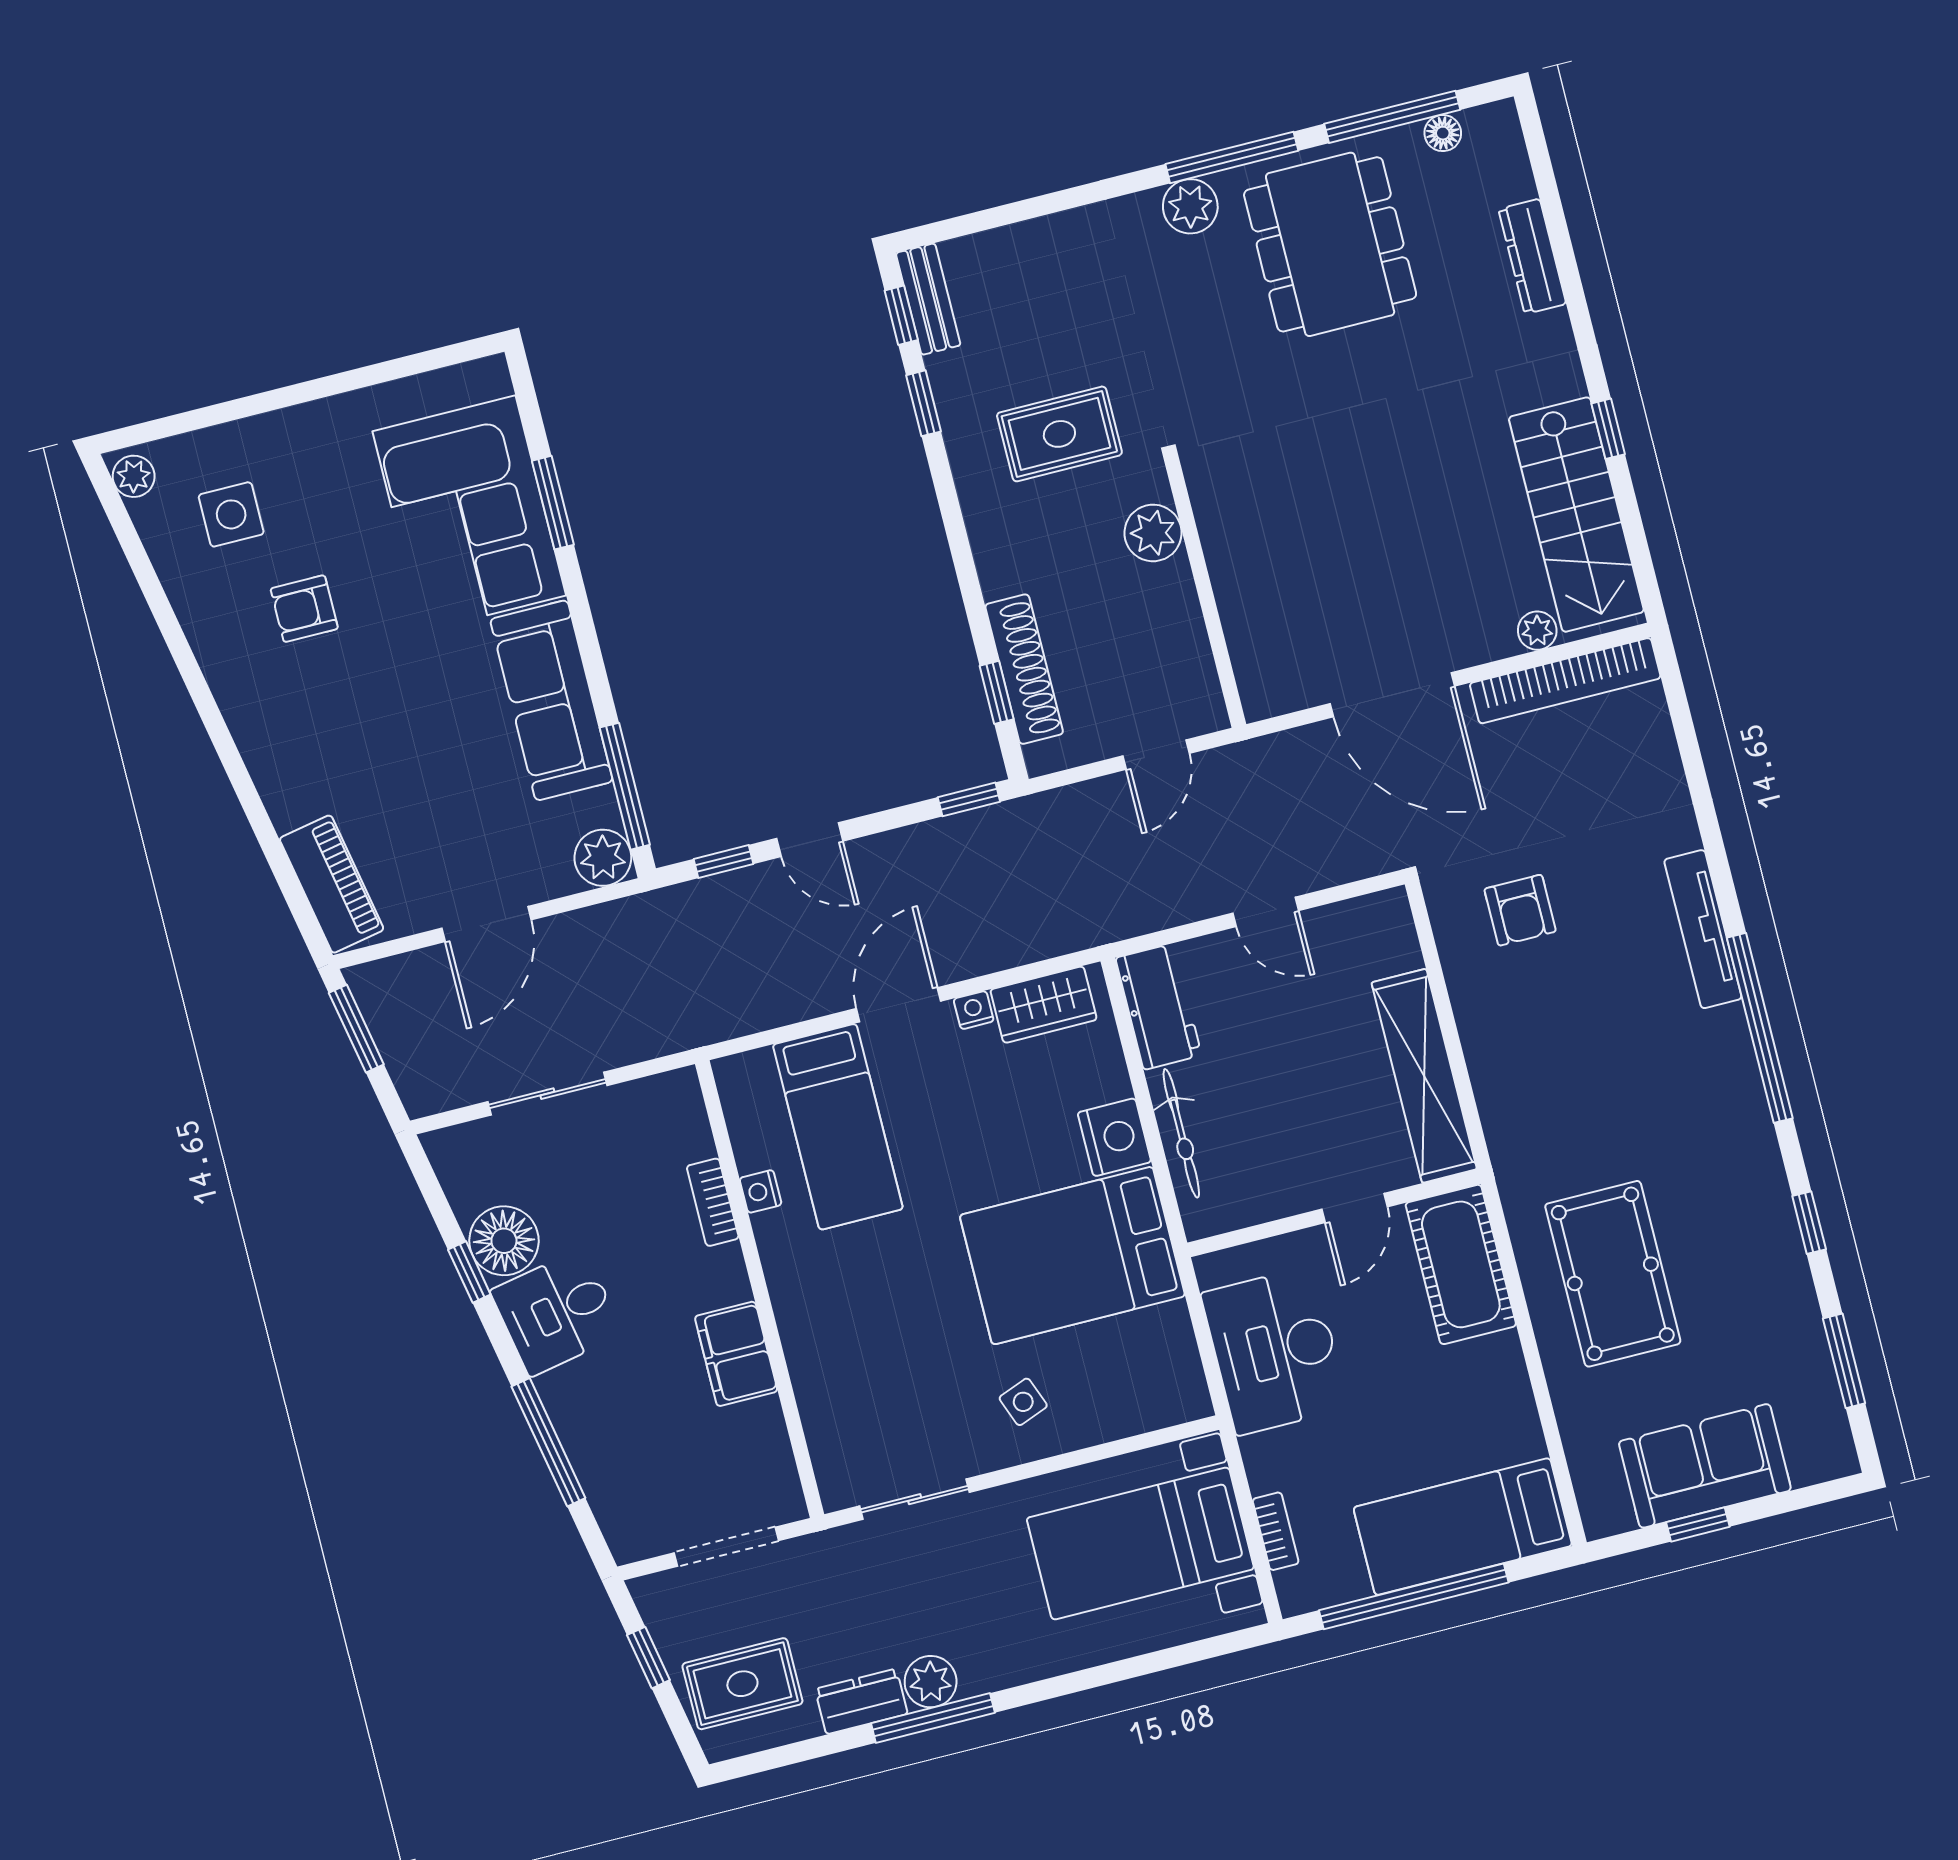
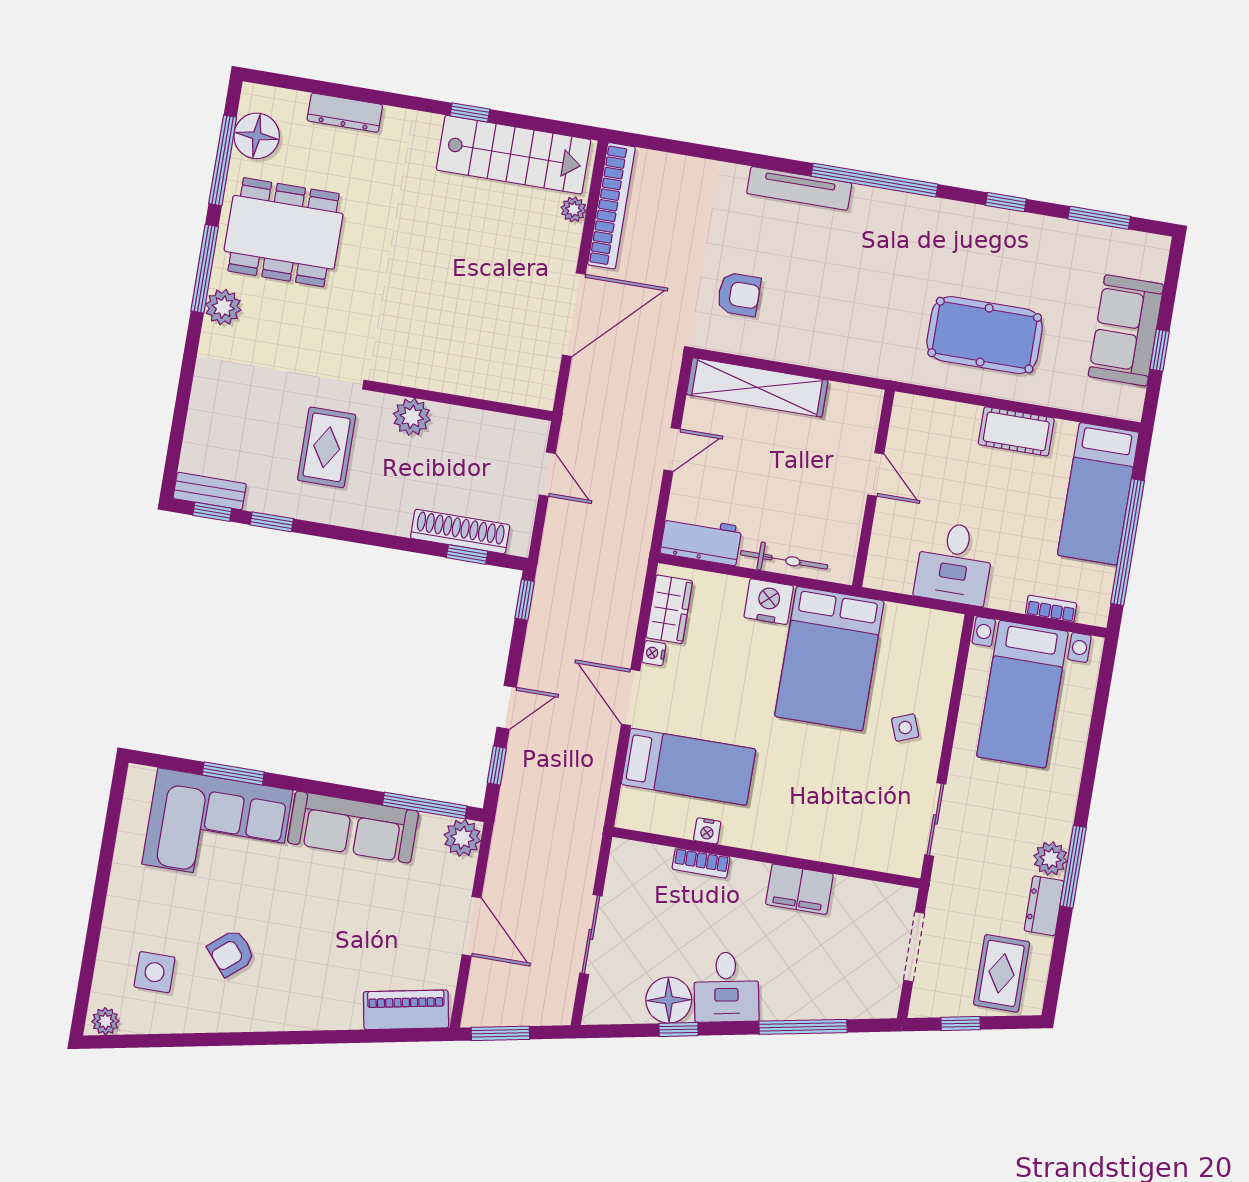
floor lamp: (1443, 133) -> (257, 136), width x1.89, depth x1.89
armchair: (304, 609) -> (231, 953), turned 50
shelving: (1424, 1076) -> (757, 387), moved
cot: (1461, 1264) -> (1016, 431), moved, width x0.73, depth x0.75
desk: (1275, 1351) -> (954, 563), width x0.73

